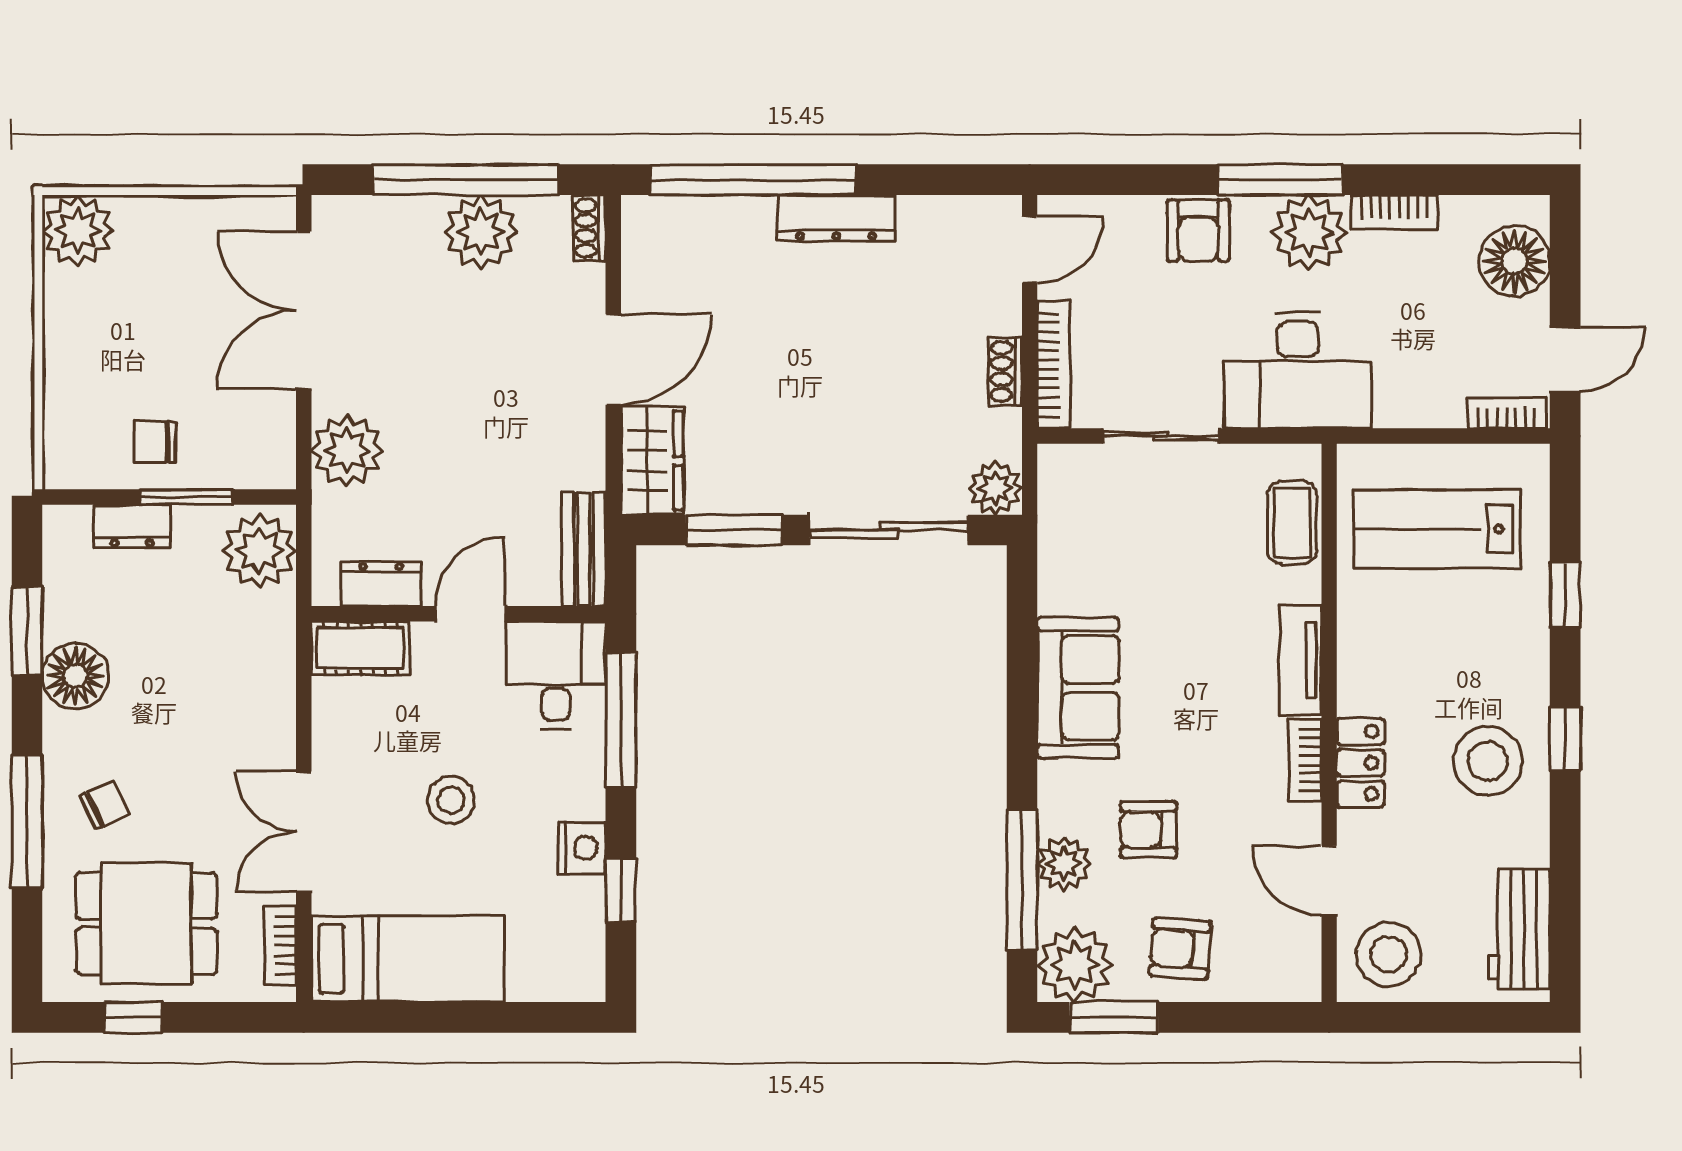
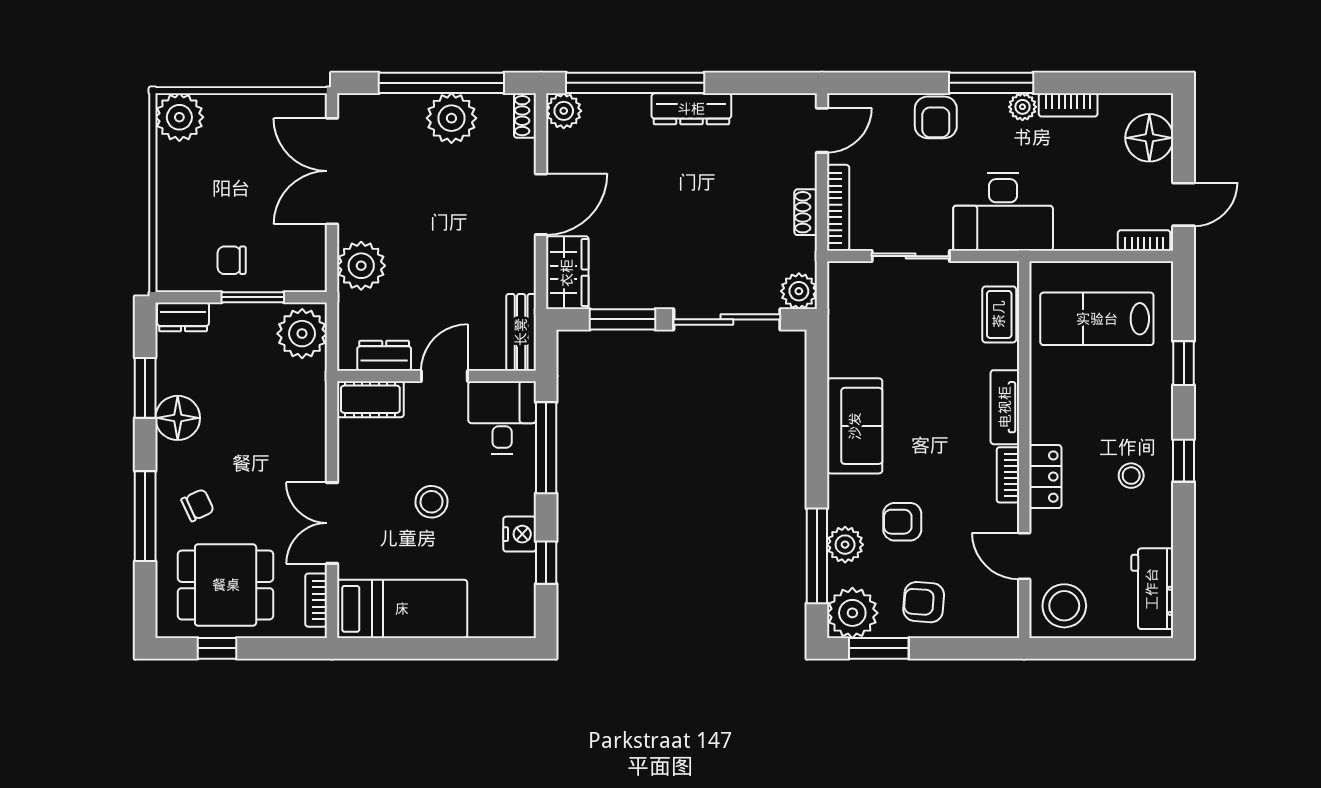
plant: (647, 221) -> (564, 111), added
plant: (1309, 233) -> (1022, 107), width x0.53, depth x0.53
dresser: (132, 526) -> (183, 317), moved
stool: (1488, 761) -> (1131, 476), width x0.53, depth x0.53

